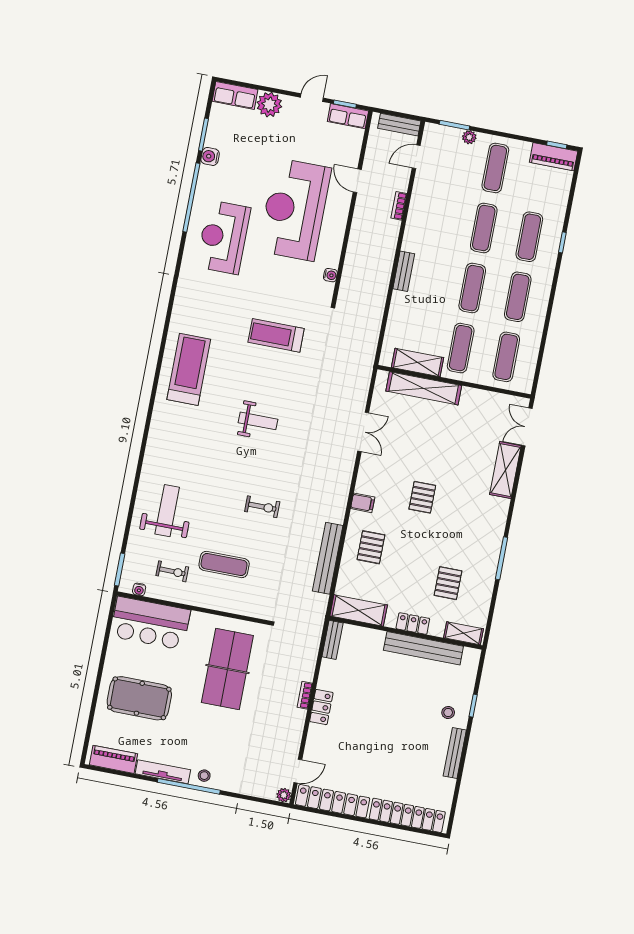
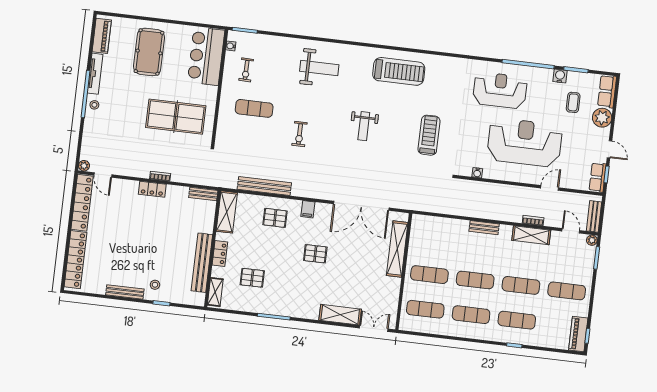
plant: (469, 137) -> (592, 240), moved
coffee table: (246, 141) -> (573, 102), added
shelving: (418, 362) -> (531, 235), moved, turned 90
double door: (363, 432) -> (361, 206), width x1.87
weight bench: (167, 511) -> (319, 68), moved
exercise mat: (224, 565) -> (254, 108), turned 90

